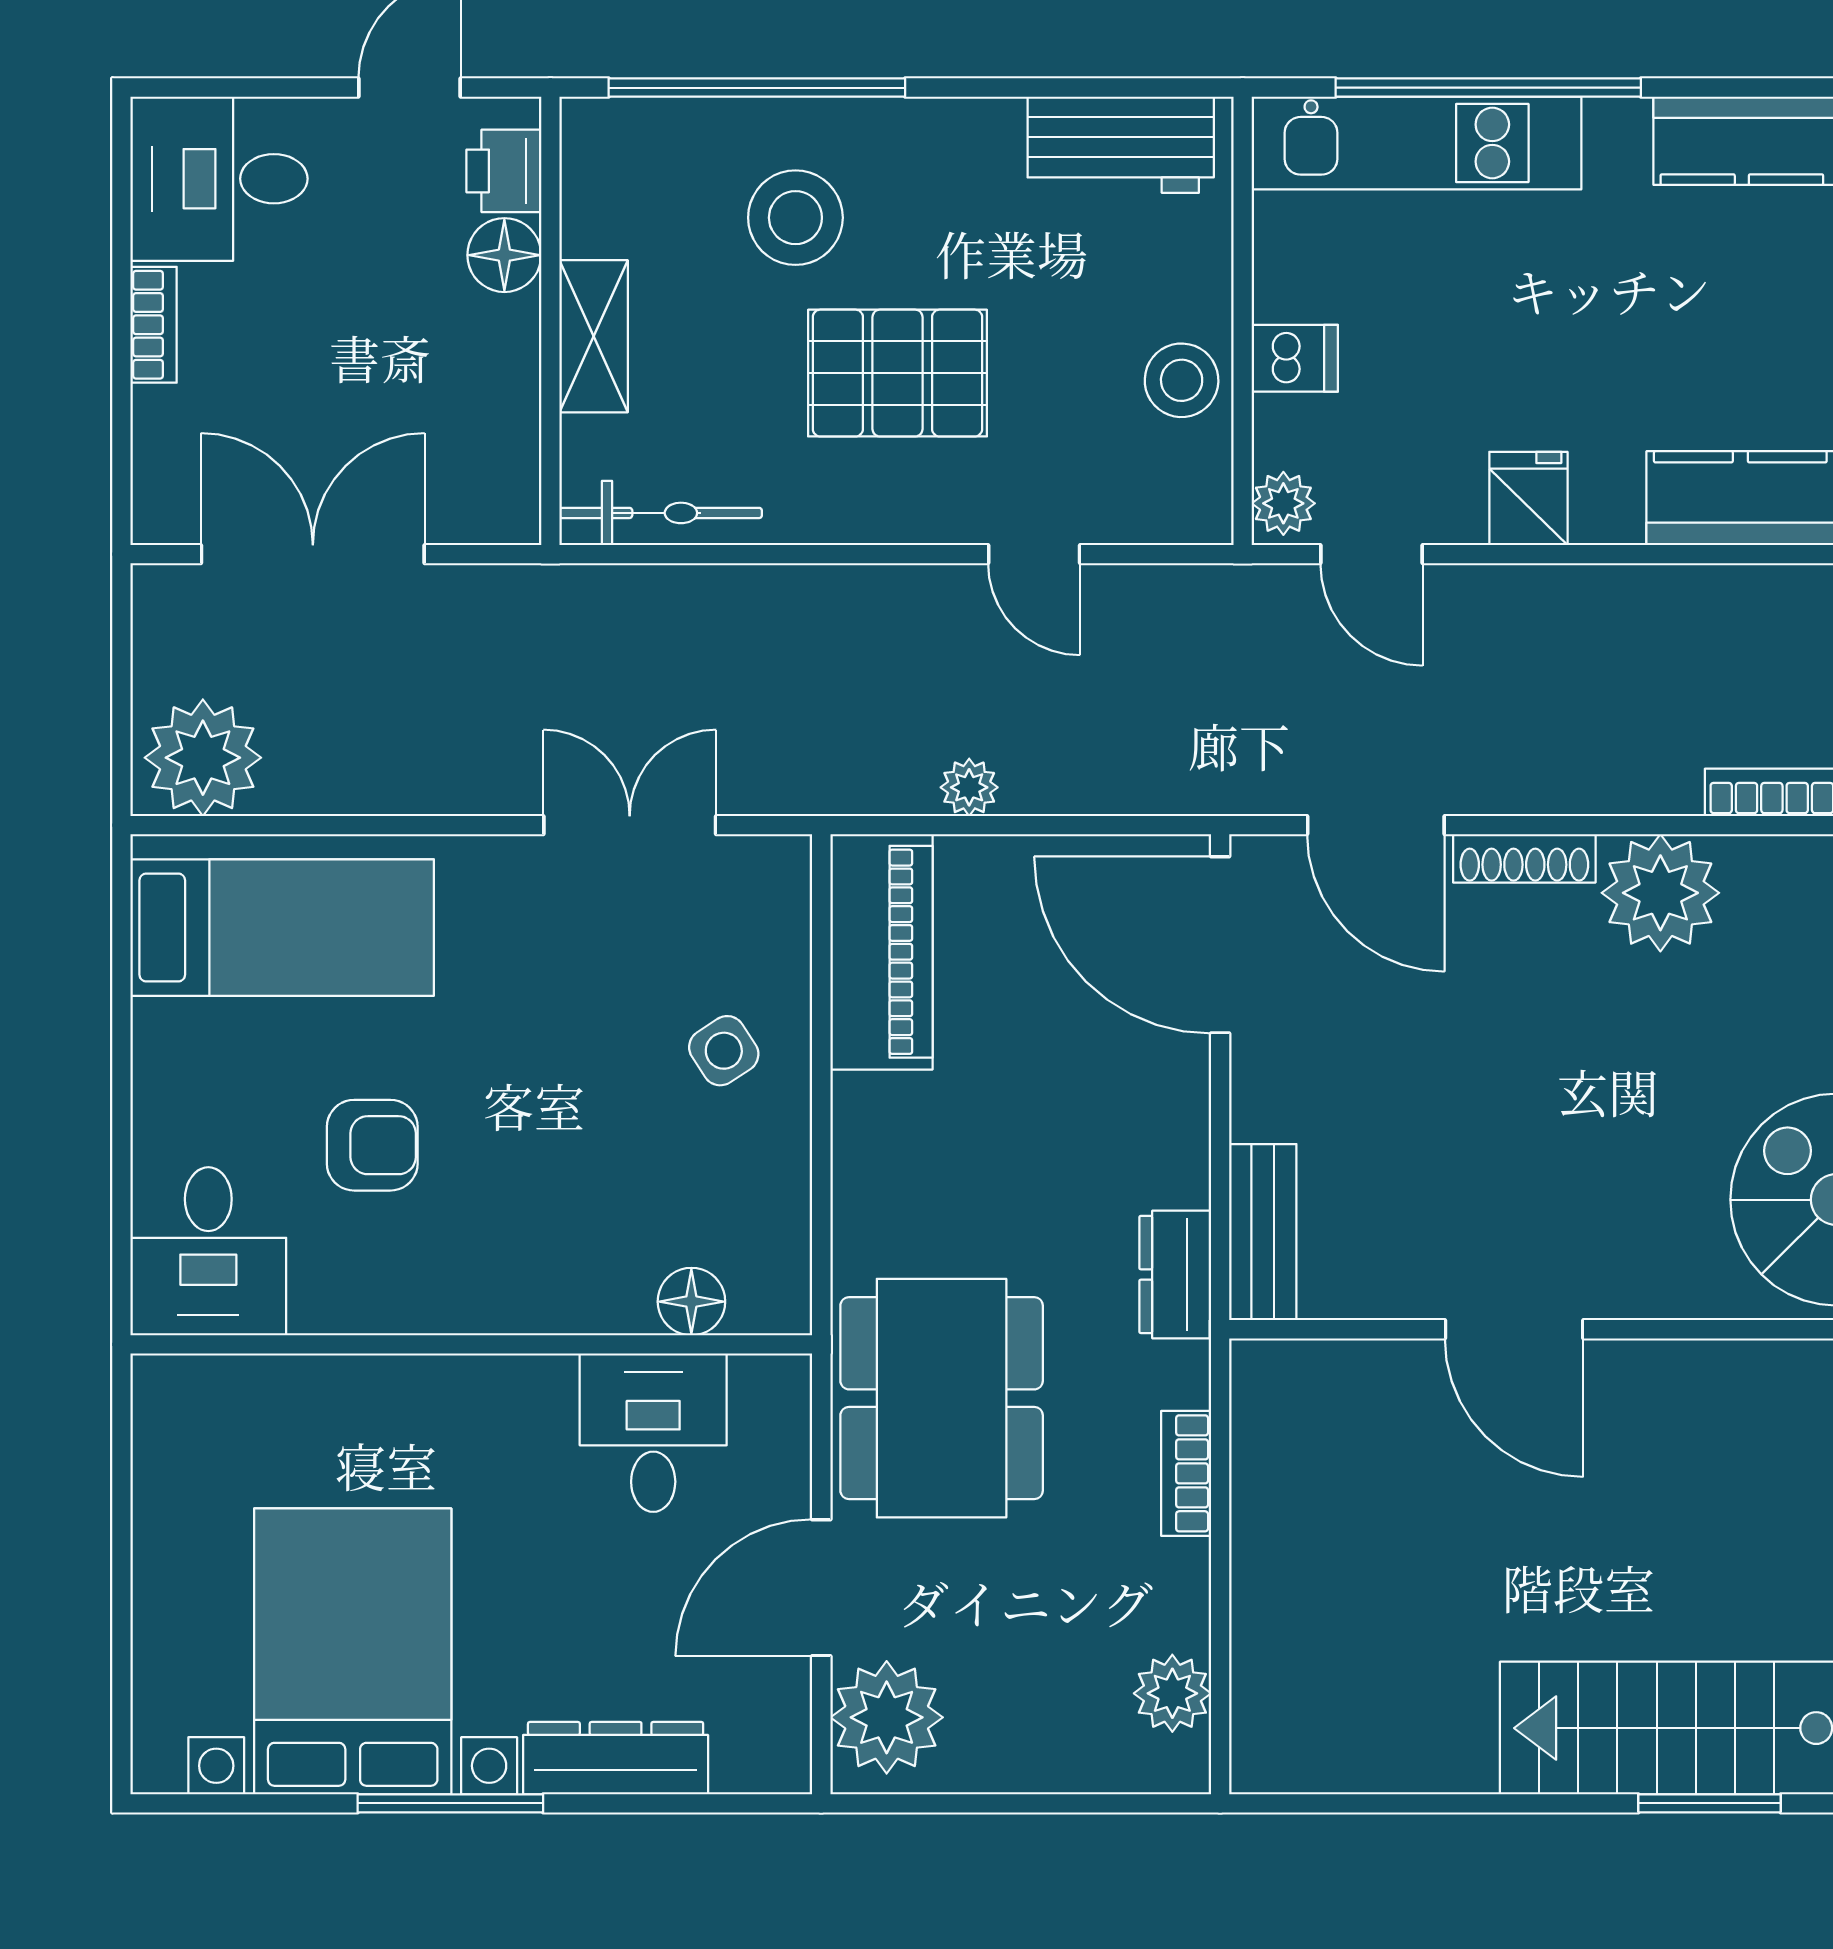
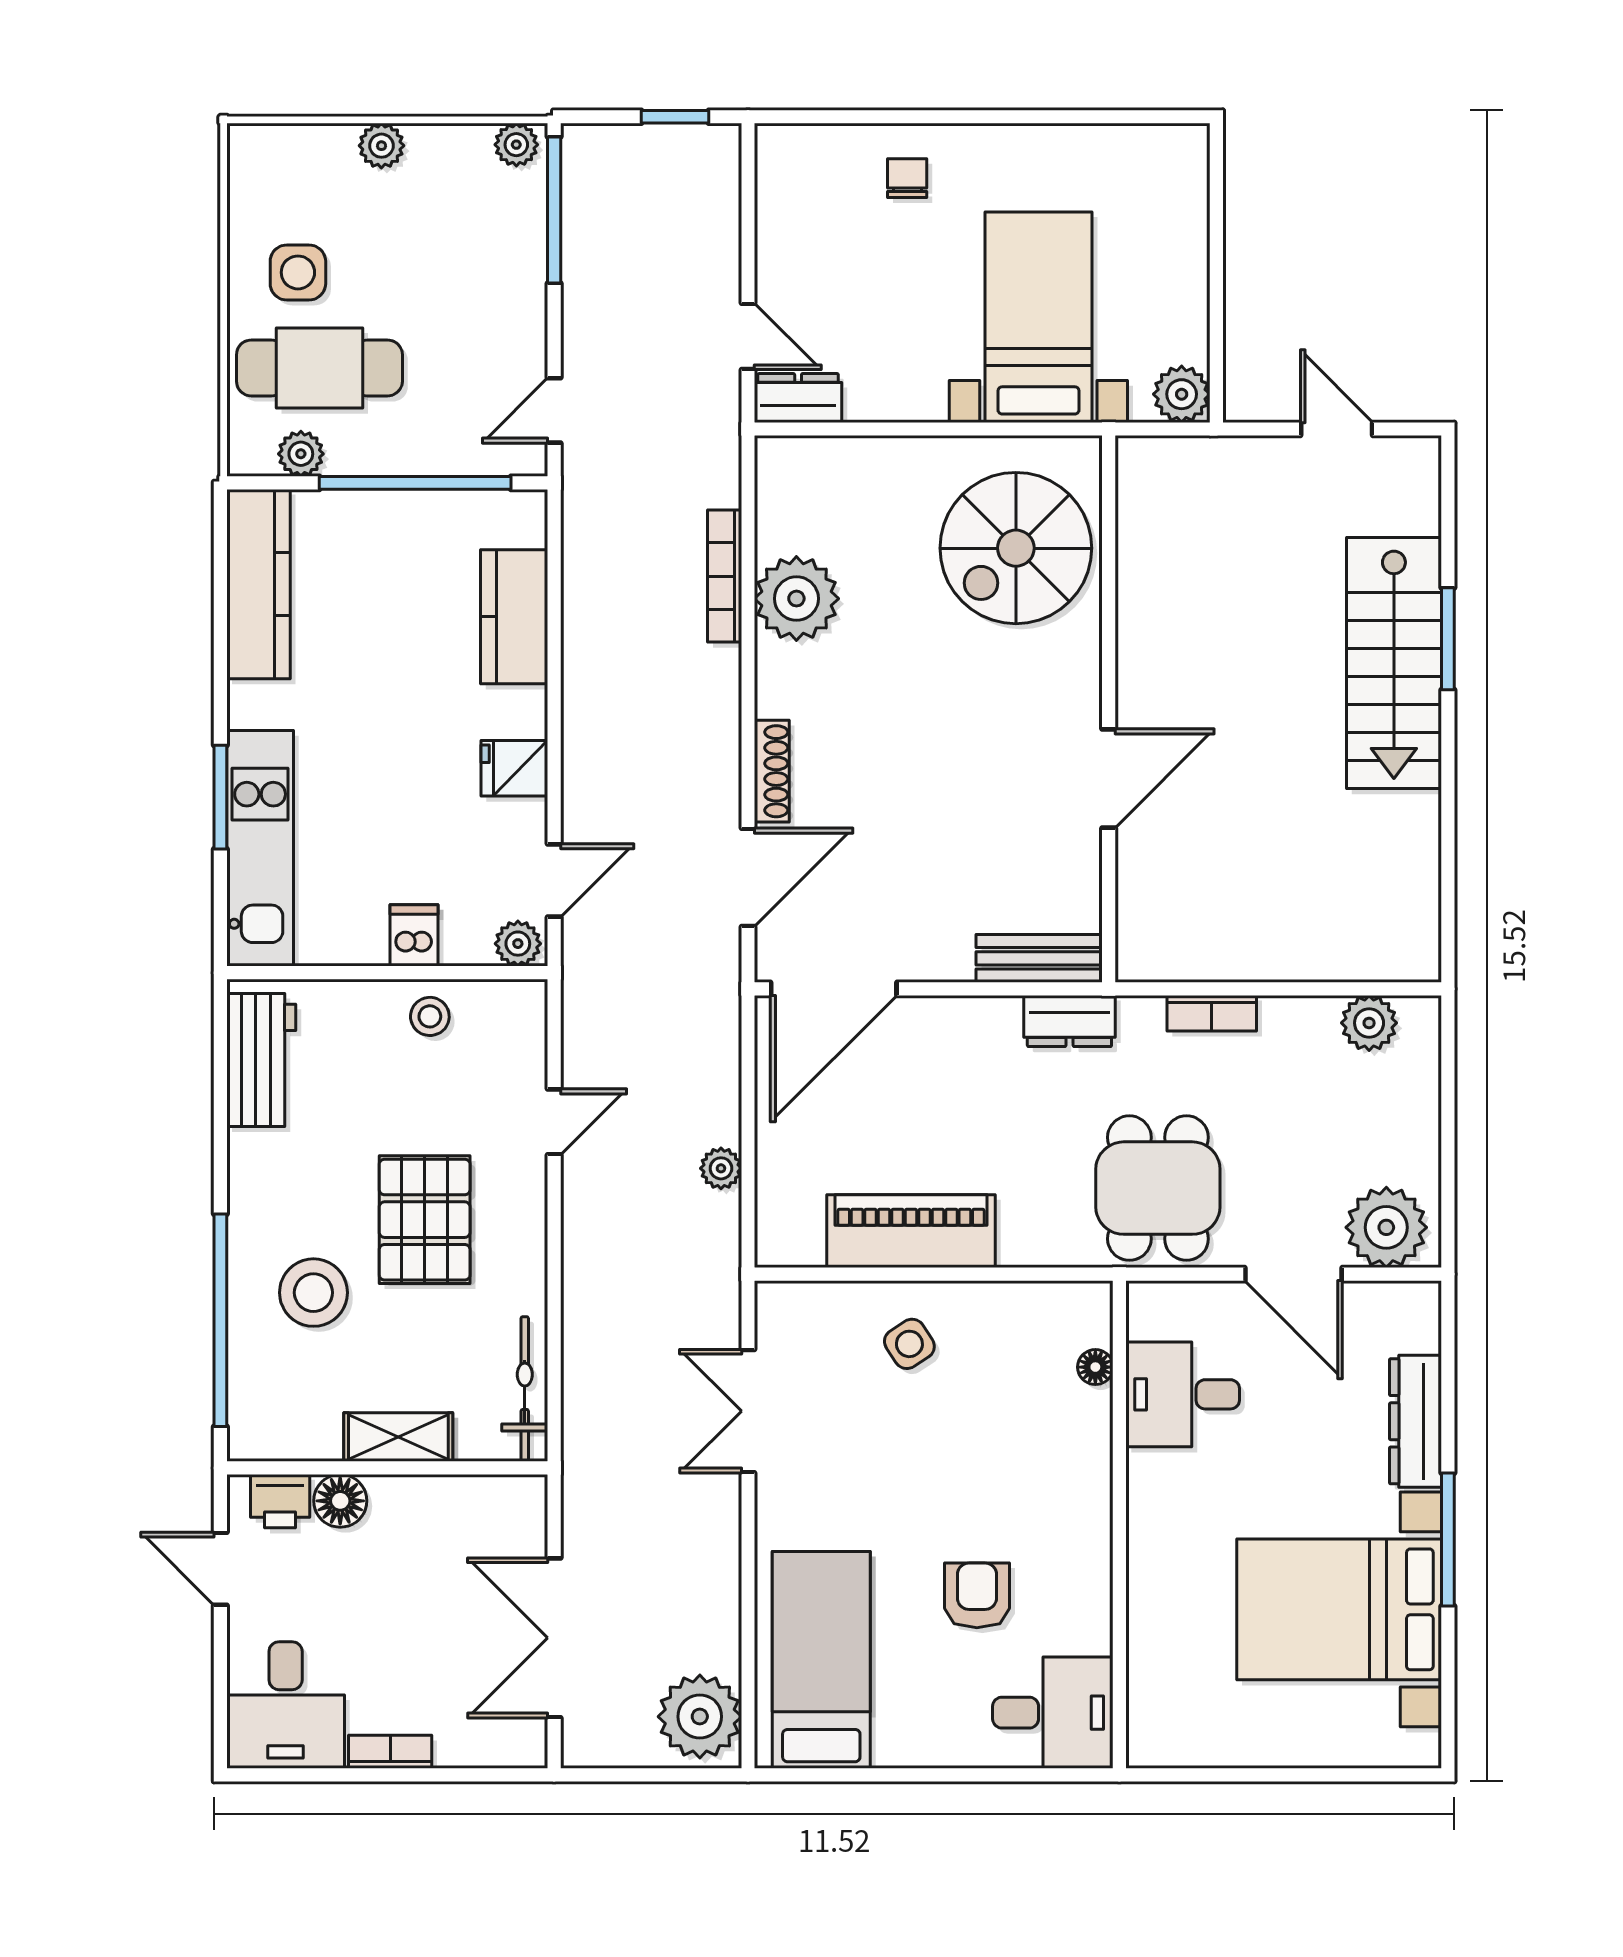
window: (1488, 88) -> (220, 797), width x0.47
stool: (1182, 380) -> (430, 1016), width x0.73, depth x0.73
plant: (1660, 893) -> (796, 599), moved
piano: (881, 952) -> (911, 1231), moved
floor lamp: (691, 1302) -> (1095, 1367), width x0.73, depth x0.73
dining table: (942, 1398) -> (1158, 1188), width x0.73

